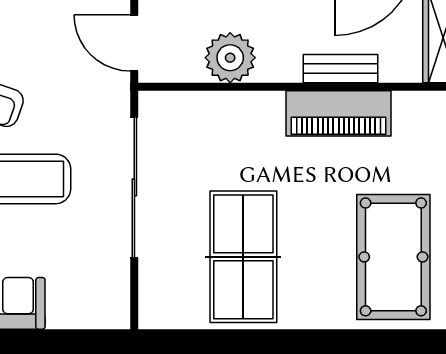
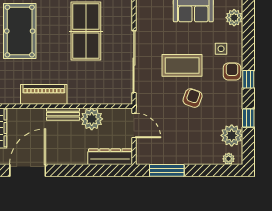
bench: (341, 69) -> (63, 114), moved

